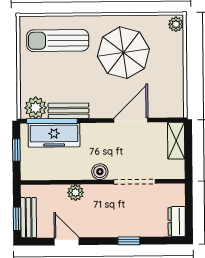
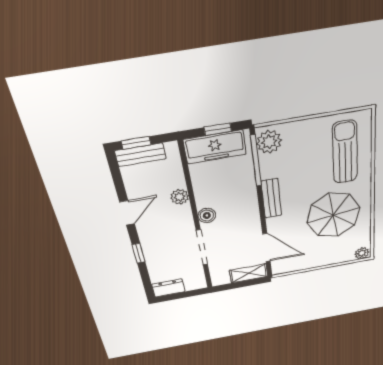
bench: (69, 111) -> (271, 198), moved
door: (131, 120) -> (266, 248), moved
freezer: (54, 135) -> (215, 147), moved, turned -90
door: (67, 241) -> (127, 213), moved

